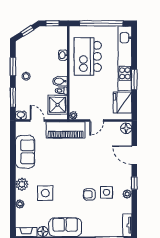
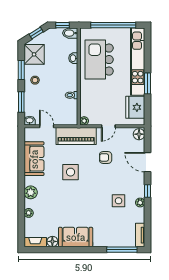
bidet: (60, 81) -> (70, 33), moved
shower: (58, 105) -> (34, 54), moved
side table: (45, 193) -> (71, 172), moved
armchair: (89, 194) -> (106, 157), moved

